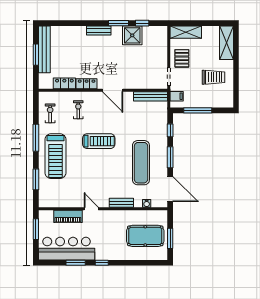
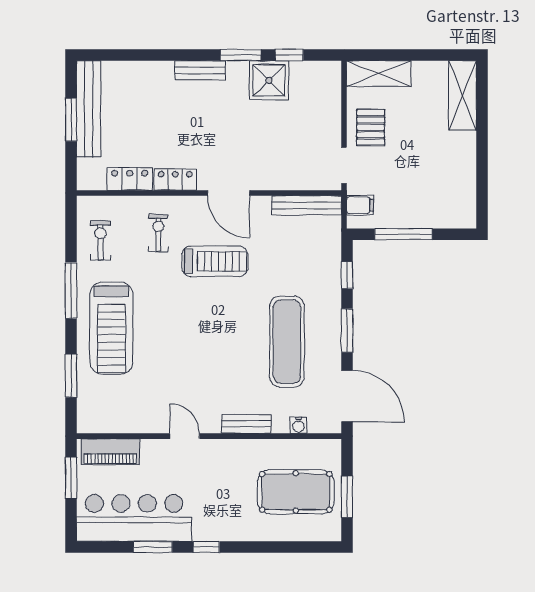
trolley: (214, 77) -> (436, 166), removed
treadmill: (99, 141) -> (215, 261), moved
piano: (68, 216) -> (110, 452), moved

